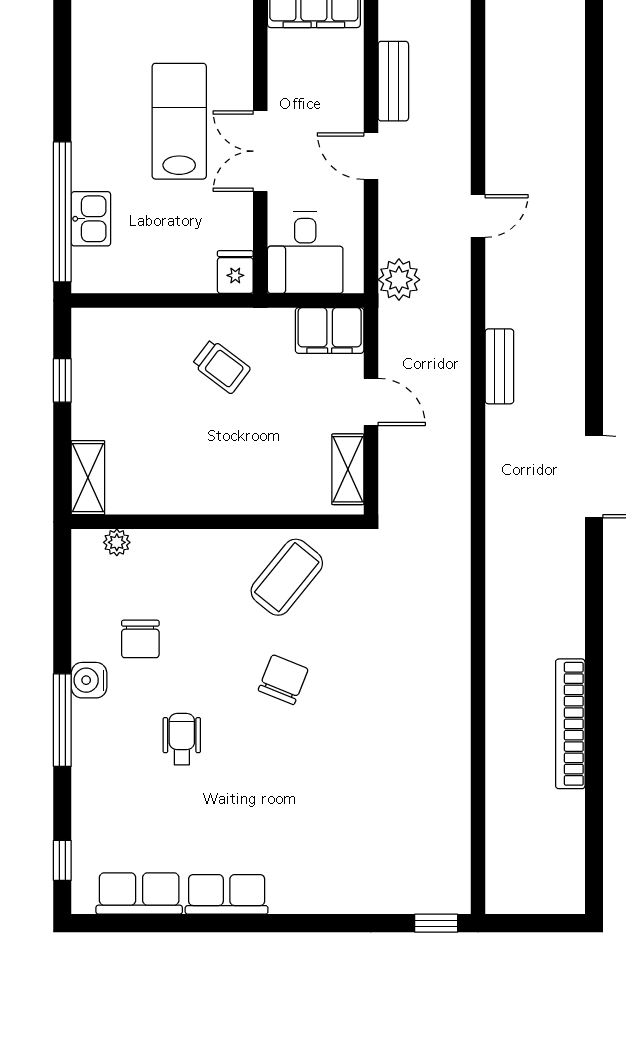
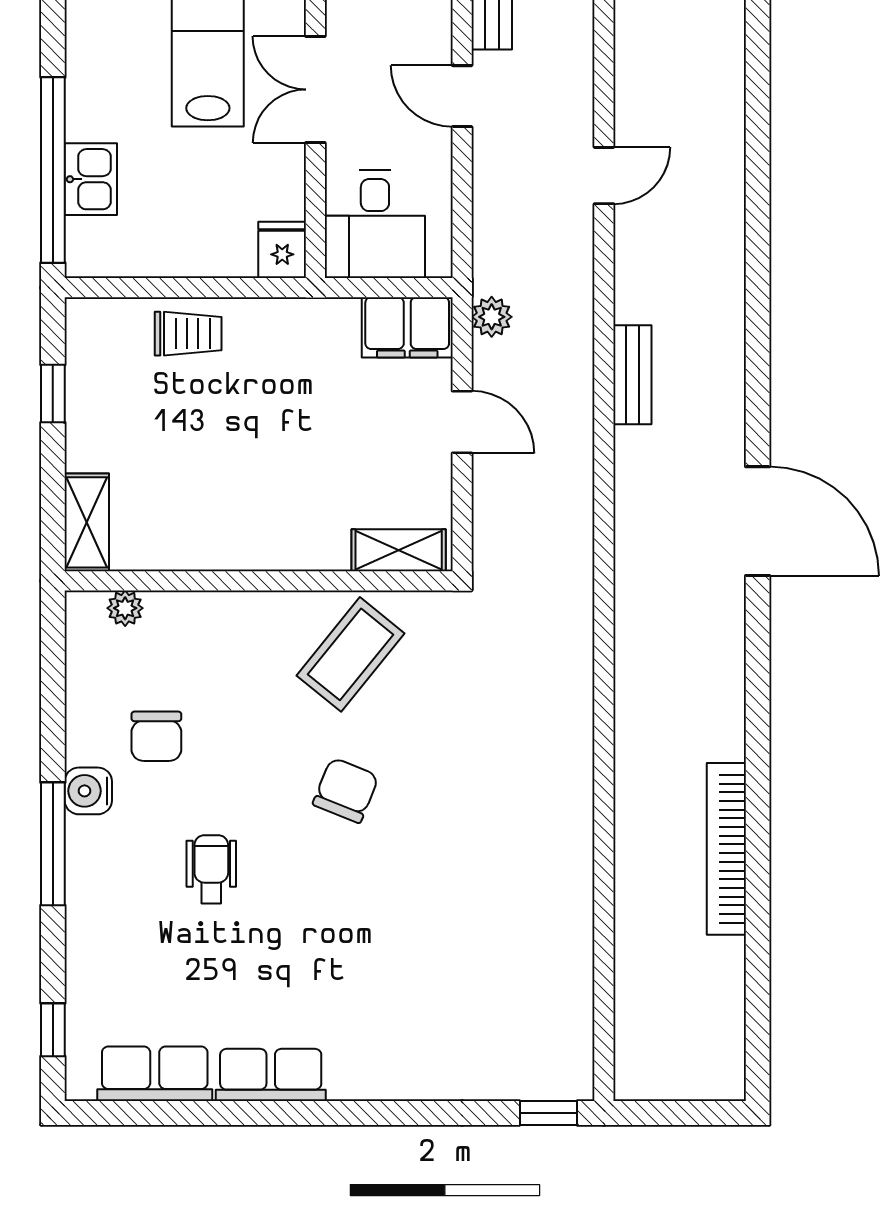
plant: (399, 280) -> (492, 317), moved, width x0.73, depth x0.73
trolley: (221, 366) -> (188, 334), moved, turned -37
shelving: (348, 469) -> (399, 550), moved, turned 90

